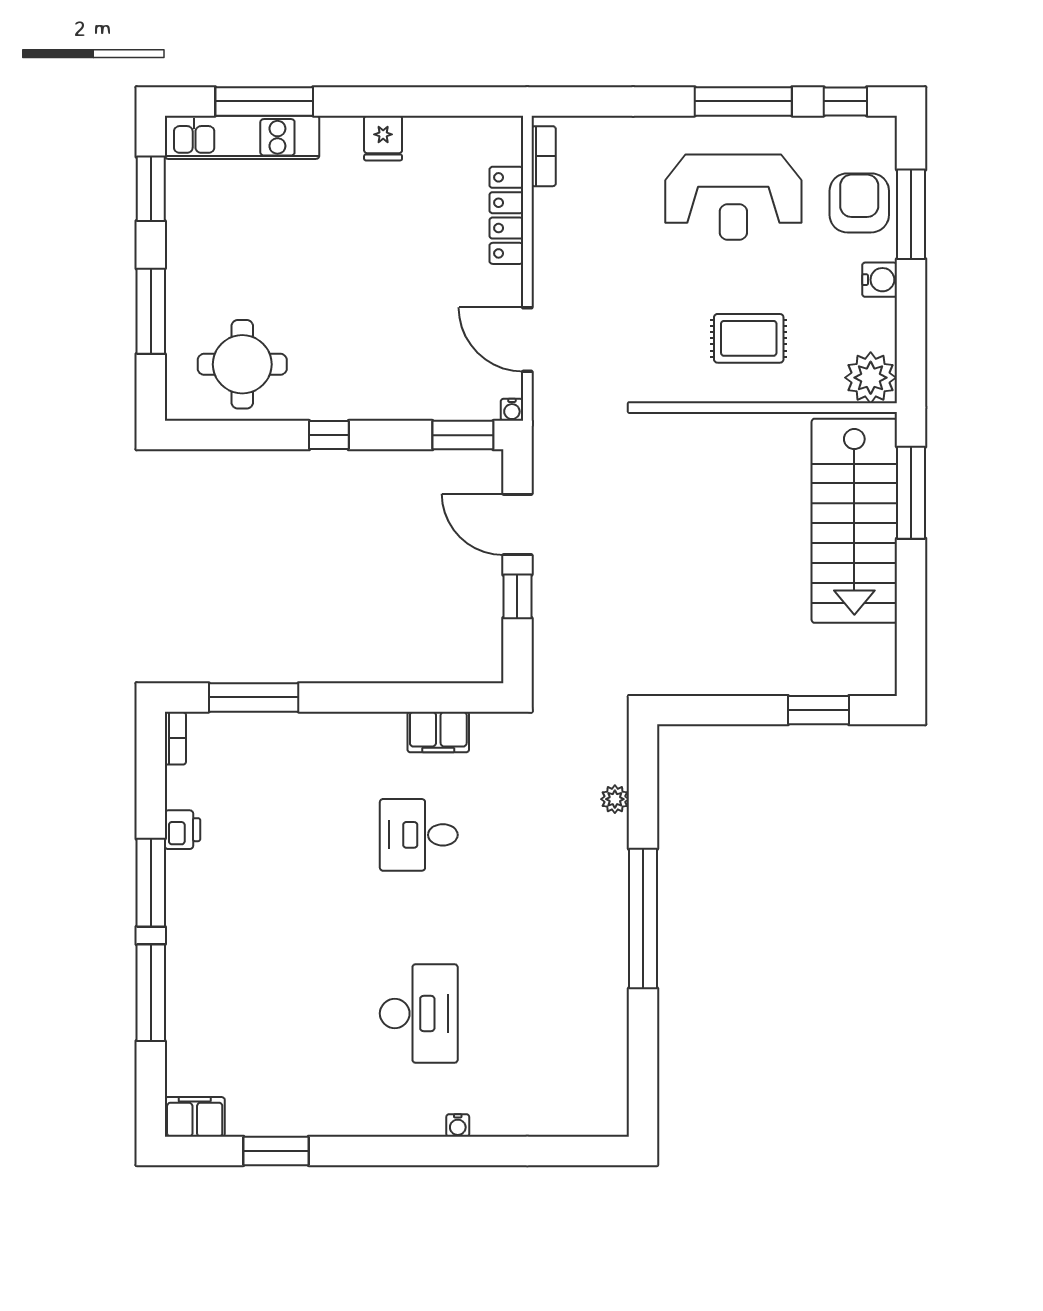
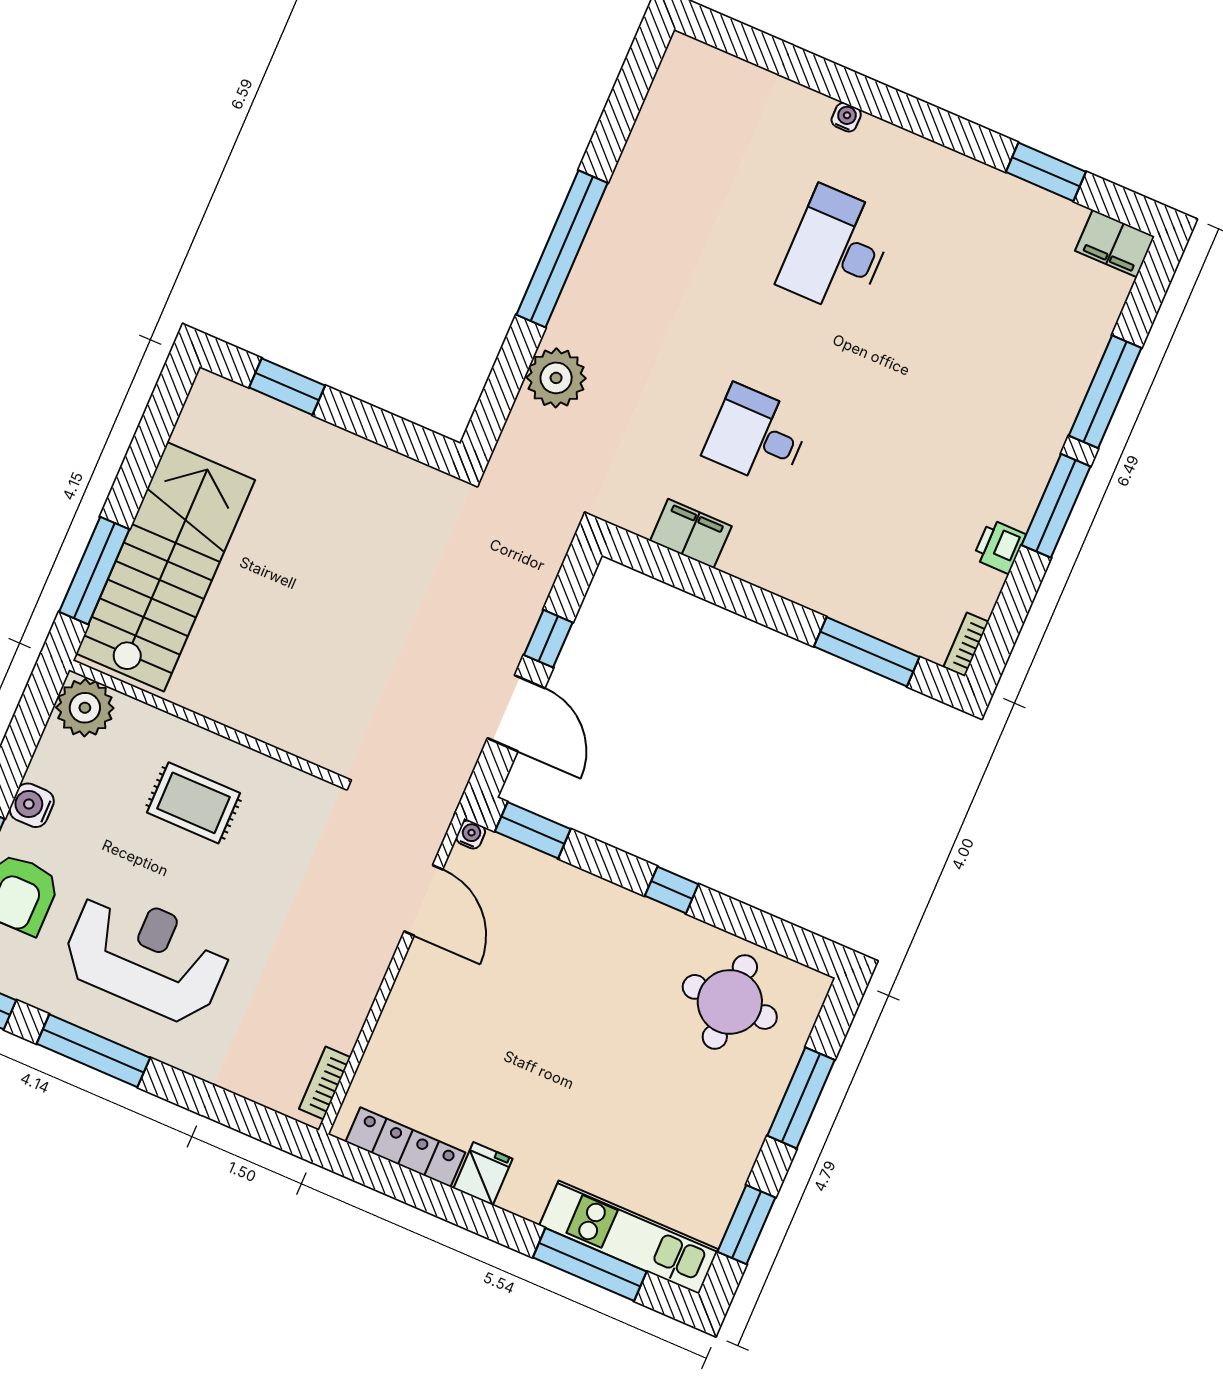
locker: (506, 215) -> (405, 1147), moved, turned -90
plant: (615, 799) -> (556, 378), width x1.88, depth x1.88
desk: (419, 835) -> (757, 436), turned 180

